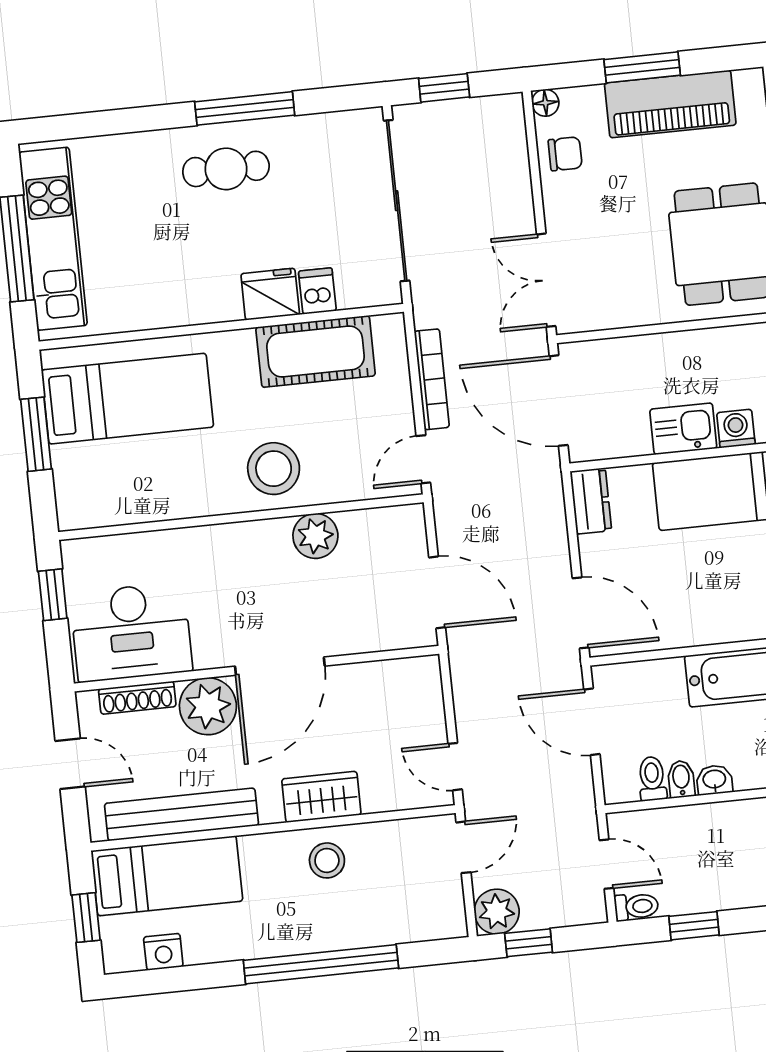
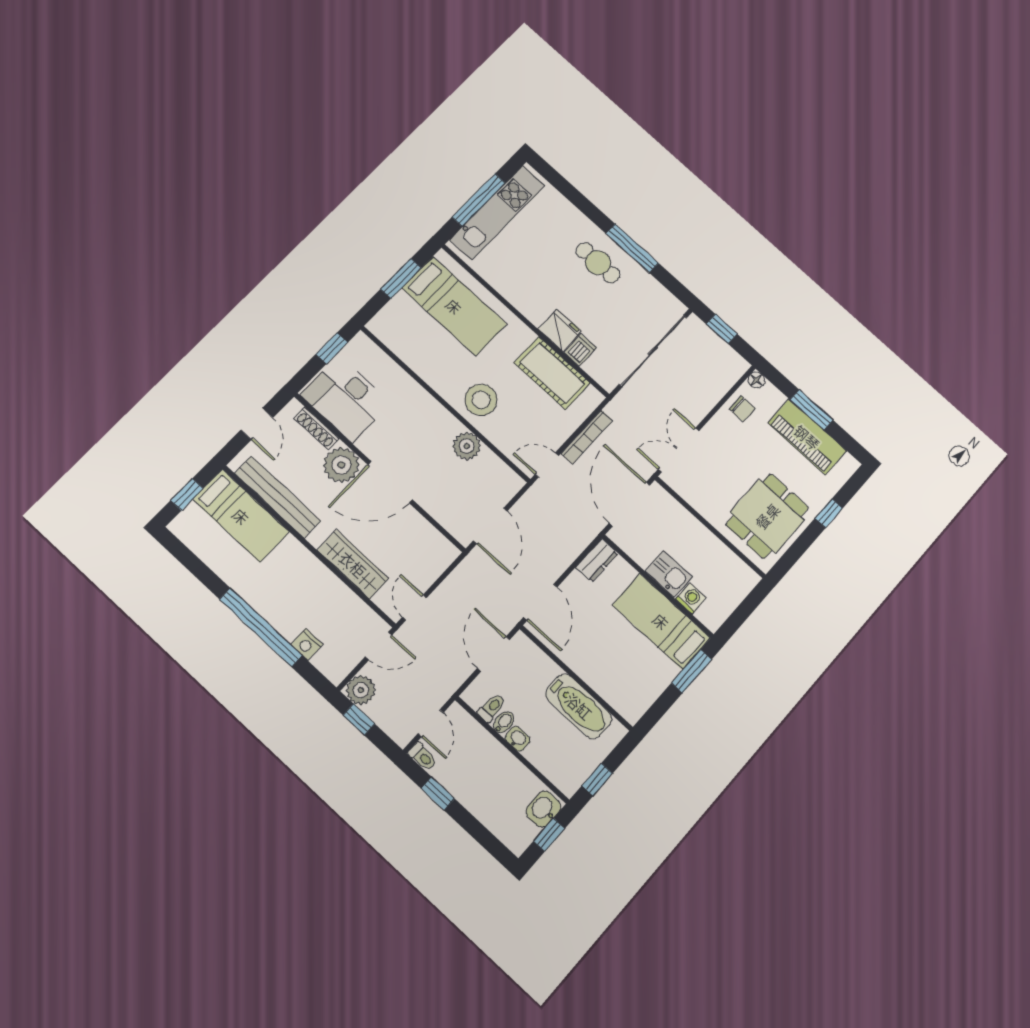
wardrobe: (321, 797) -> (353, 564), width x1.50
stool: (327, 860) -> (315, 586), removed
nightstand: (163, 952) -> (307, 644), moved

